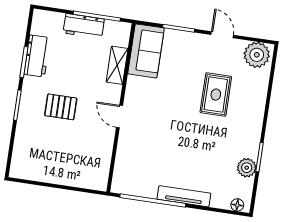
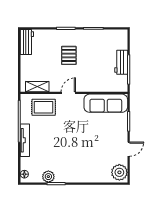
sofa: (146, 51) -> (106, 103), width x1.36
workbench: (37, 56) -> (27, 42), moved, turned -90
shelving: (117, 65) -> (37, 87), moved
rug: (216, 95) -> (44, 107), moved

